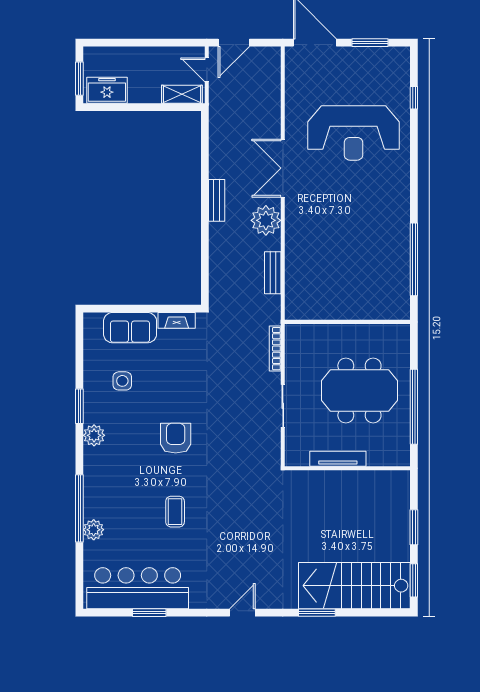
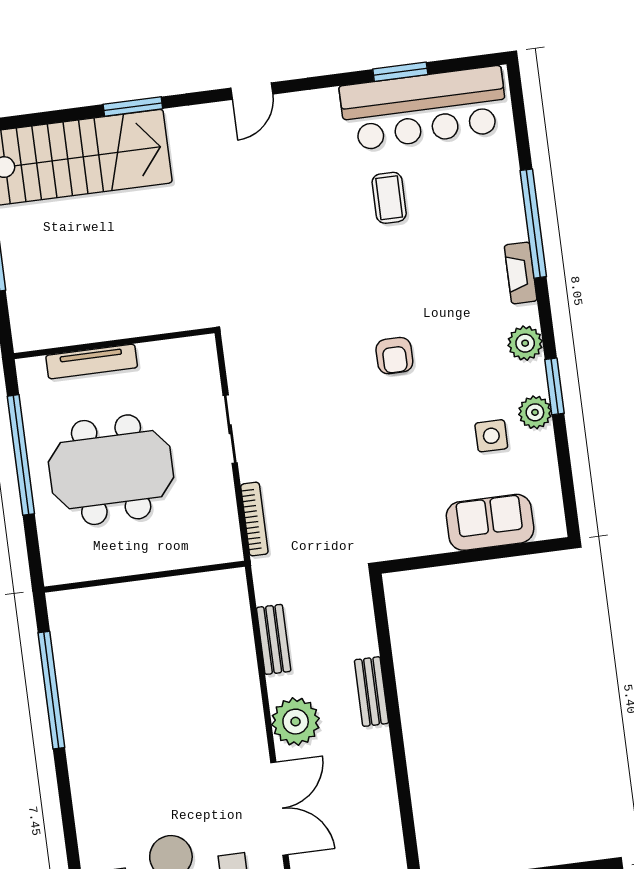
bench: (217, 200) -> (371, 692), moved
fireplace: (177, 320) -> (521, 273), moved, turned -90
armchair: (176, 438) -> (394, 356), width x0.72, depth x0.72
tv unit: (338, 459) -> (92, 361), moved
coffee table: (175, 512) -> (389, 198), moved
plant: (94, 530) -> (535, 412), moved

